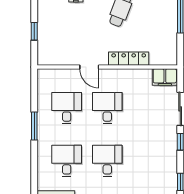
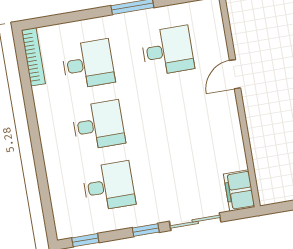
locker: (129, 59) -> (258, 131), removed
desk: (107, 108) -> (109, 186), moved

